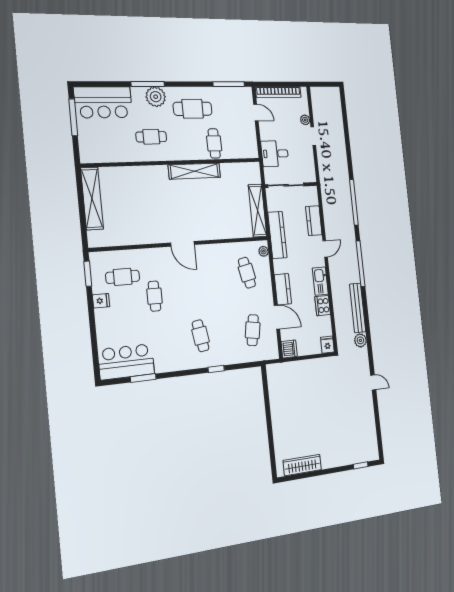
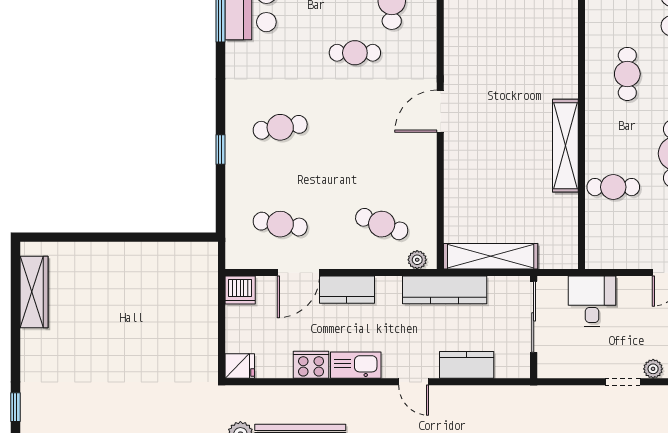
cafe table: (247, 273) -> (382, 224), turned 33

